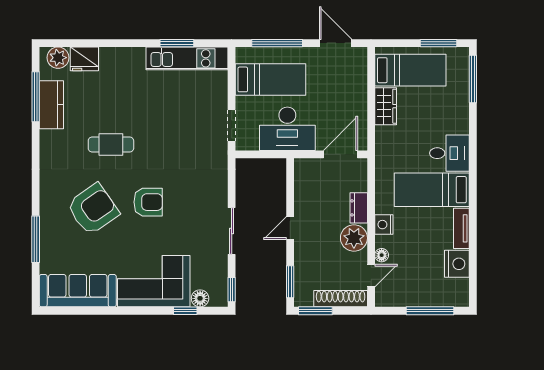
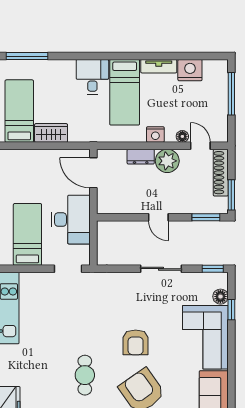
armchair: (148, 202) -> (136, 342), turned 180

